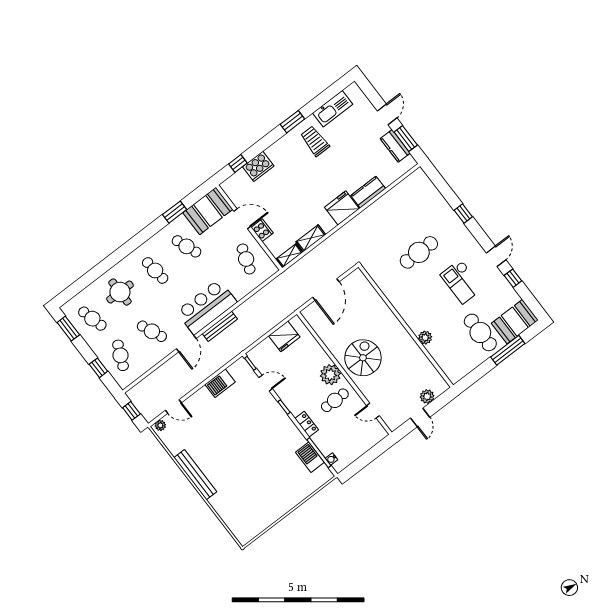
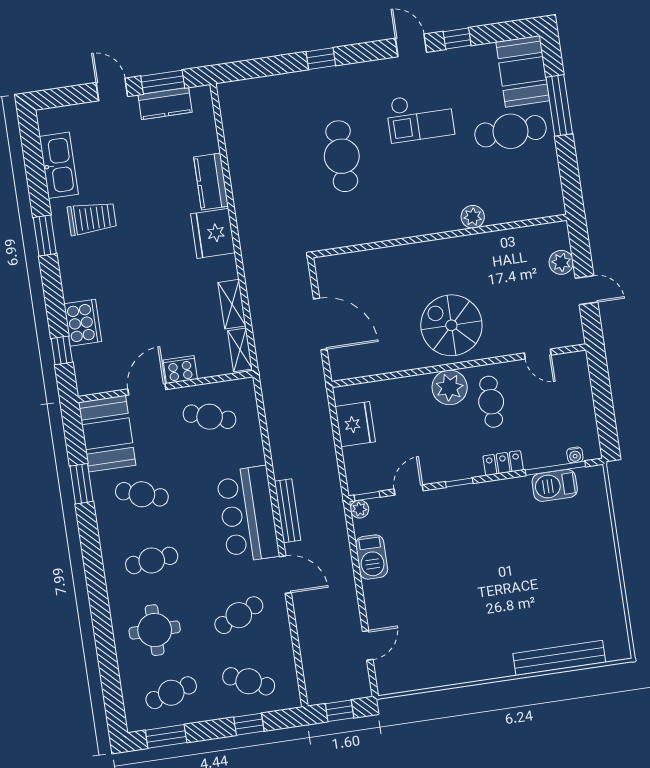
trolley: (315, 141) -> (92, 218), turned 180
cafe table: (187, 246) -> (142, 494), turned 39
door: (373, 411) -> (538, 354), hinge flipped
plant: (160, 425) -> (359, 509), moved
bench: (195, 475) -> (559, 658), moved

